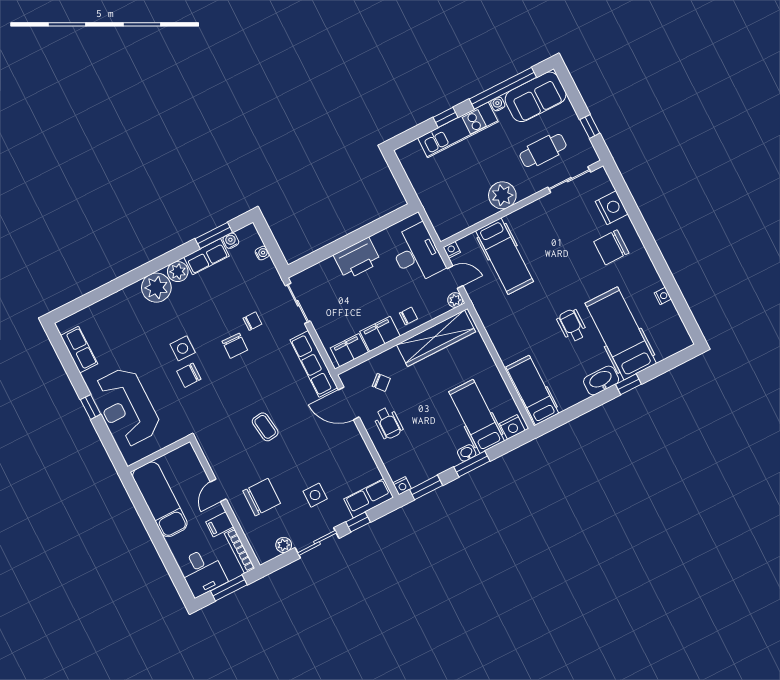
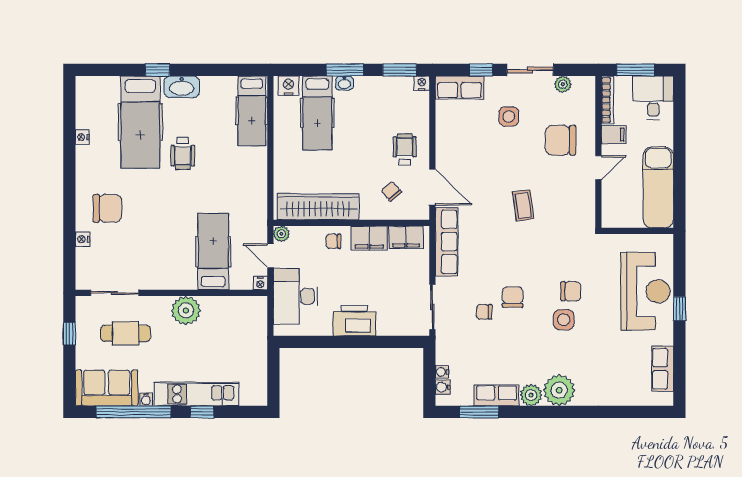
nightstand: (612, 208) -> (83, 239), width x0.53, depth x0.56
water cooler: (231, 241) -> (443, 387), moved, turned 90

